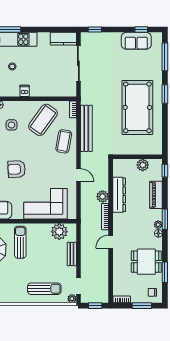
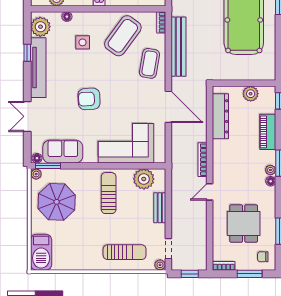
door: (78, 175) -> (168, 107), width x1.88
dresser: (119, 195) -> (220, 116), moved
plant: (103, 196) -> (199, 134), removed
sun lounger: (20, 242) -> (109, 193), moved
dining table: (146, 262) -> (244, 223), moved, turned 90

